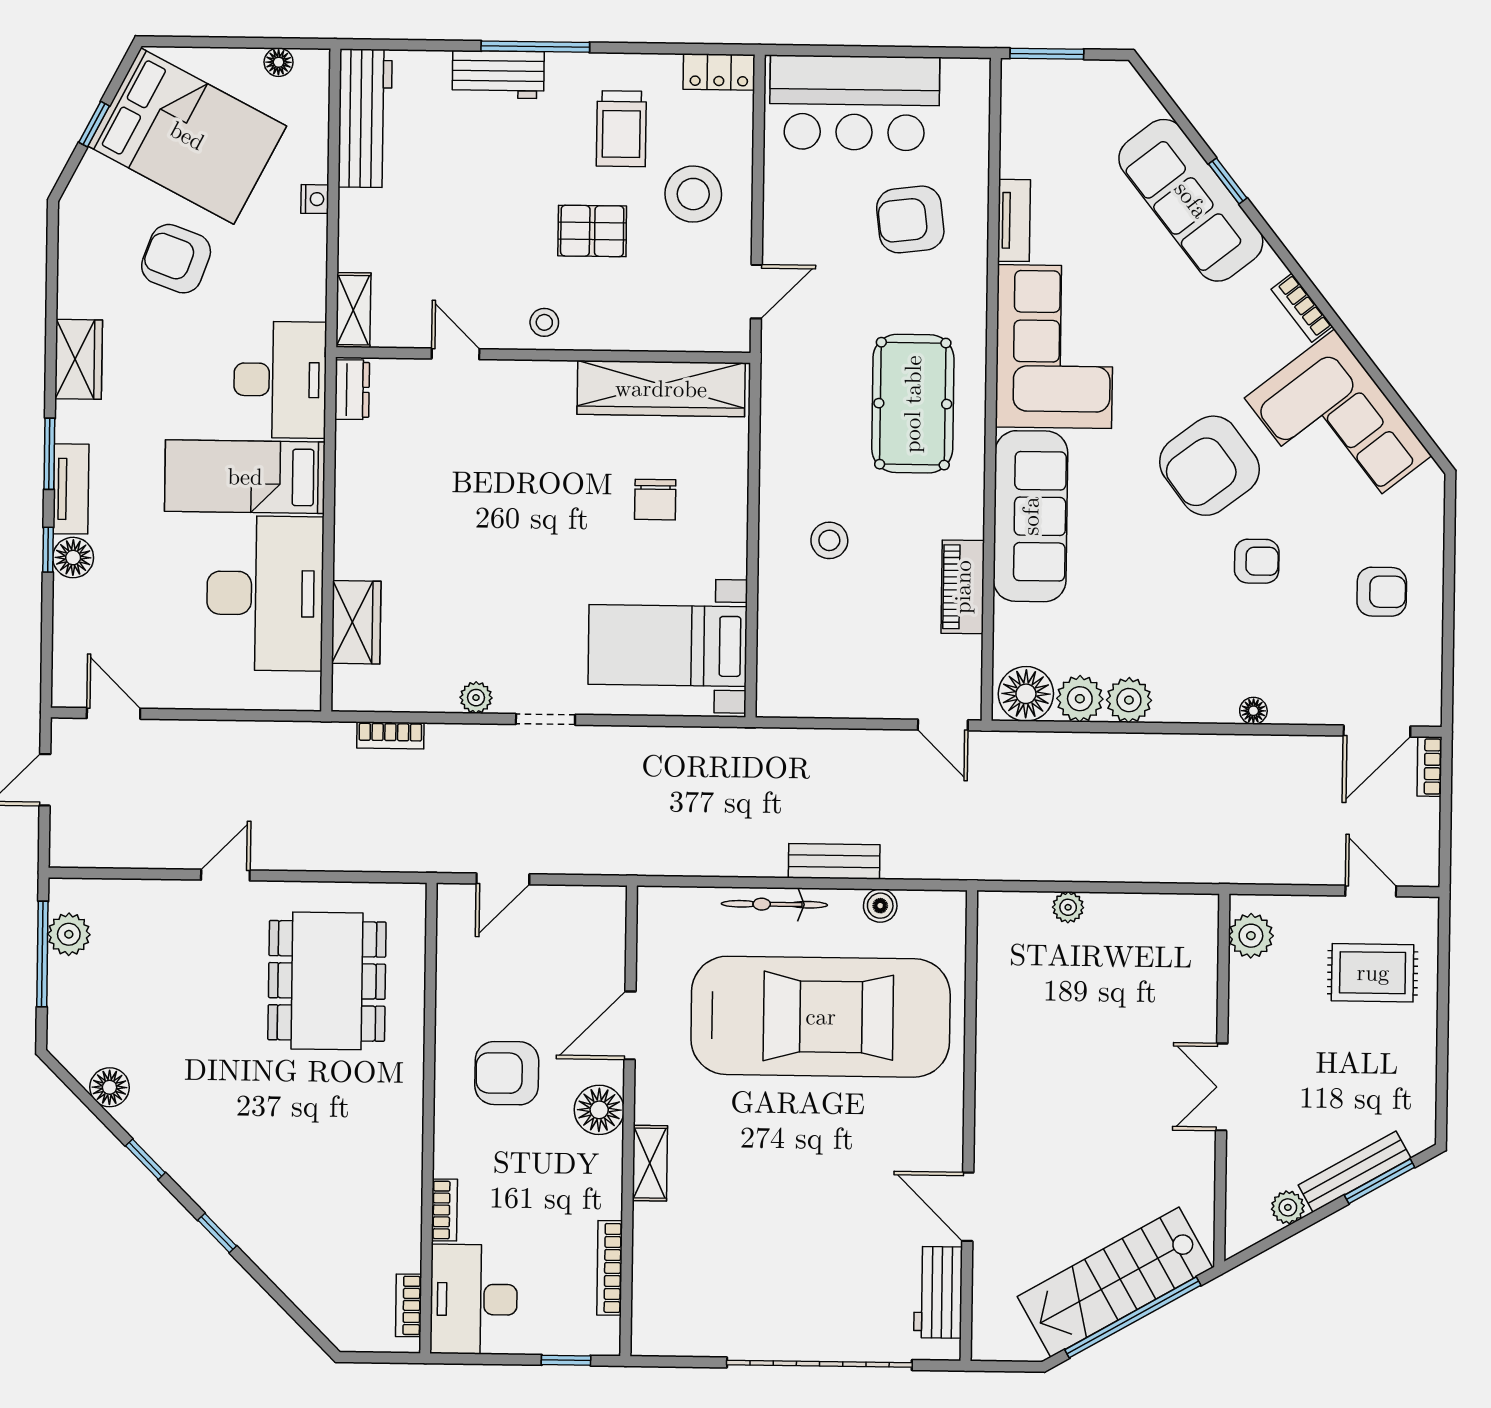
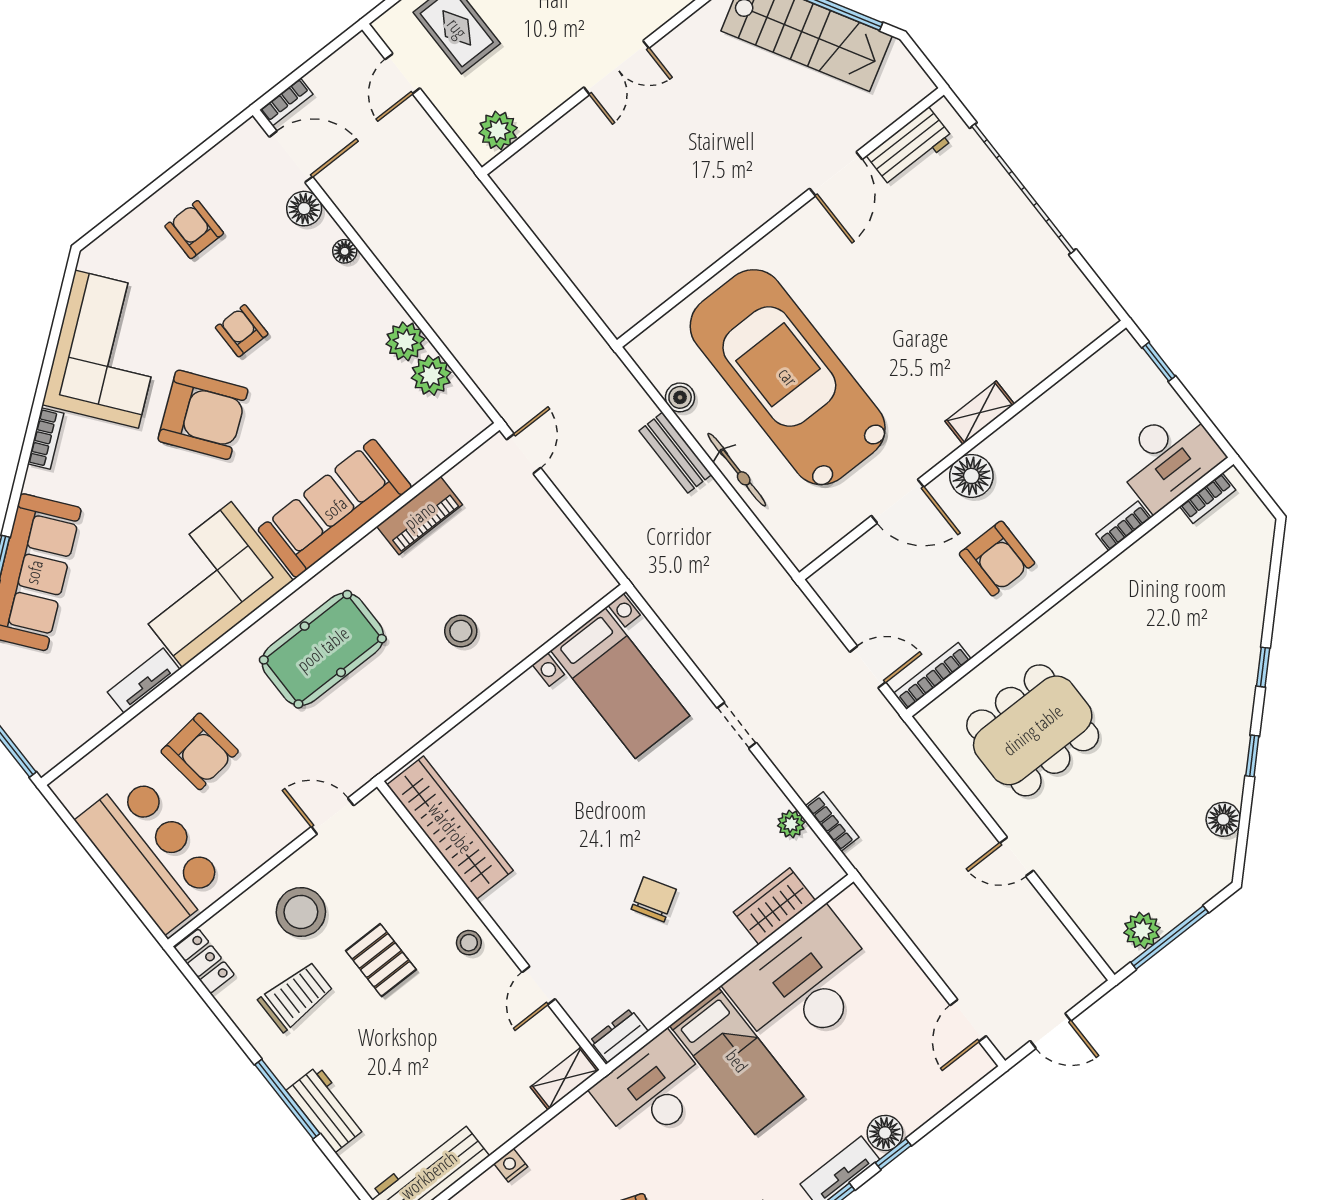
chair: (655, 500) -> (654, 899), moved, turned -31
floor lamp: (1026, 694) -> (304, 209), moved, width x0.73, depth x0.73
plant: (476, 698) -> (791, 824), moved
plant: (1068, 907) -> (579, 269), removed
bookcase: (610, 1268) -> (932, 676), moved, turned 180

